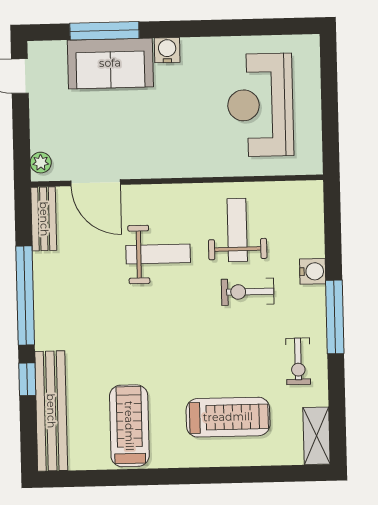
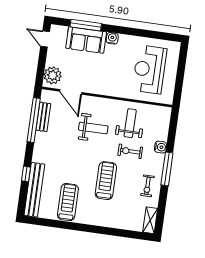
plant: (41, 163) -> (53, 75), width x1.88, depth x1.88
bench: (44, 219) -> (43, 117), moved
window: (25, 296) -> (34, 120), moved
treadmill: (228, 417) -> (106, 181), moved, turned -90

